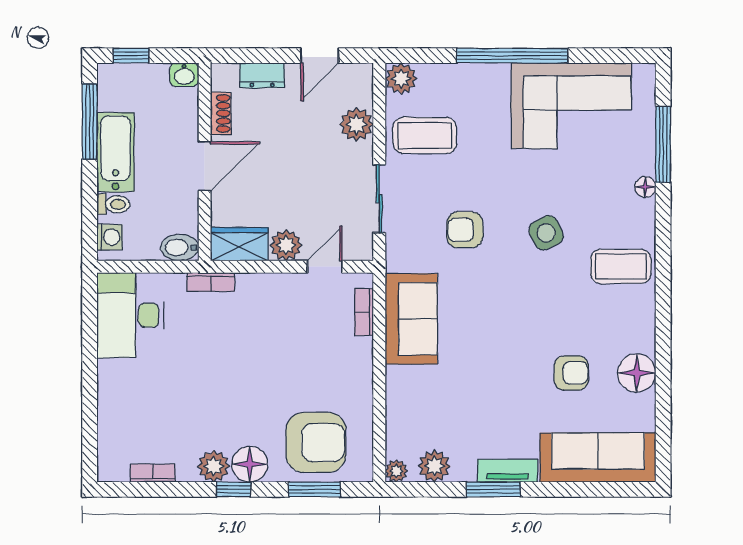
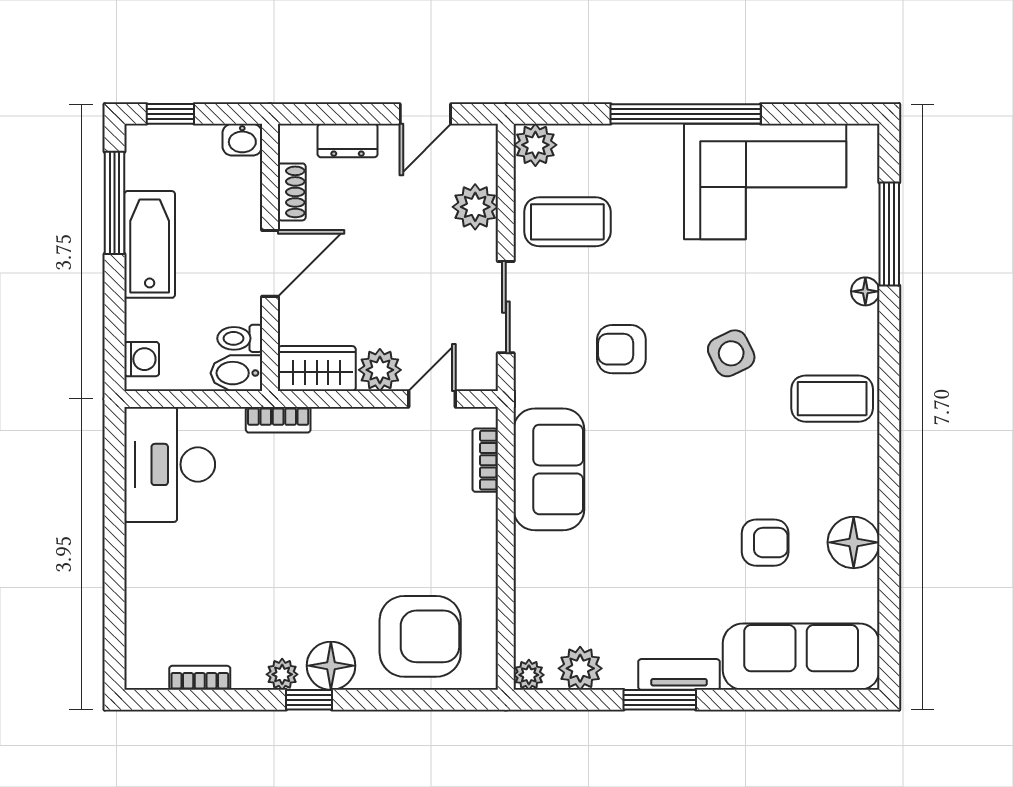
toilet: (113, 204) -> (240, 338), moved, turned 180
plant: (214, 466) -> (282, 674), width x0.73, depth x0.73
window: (314, 489) -> (418, 700), removed

